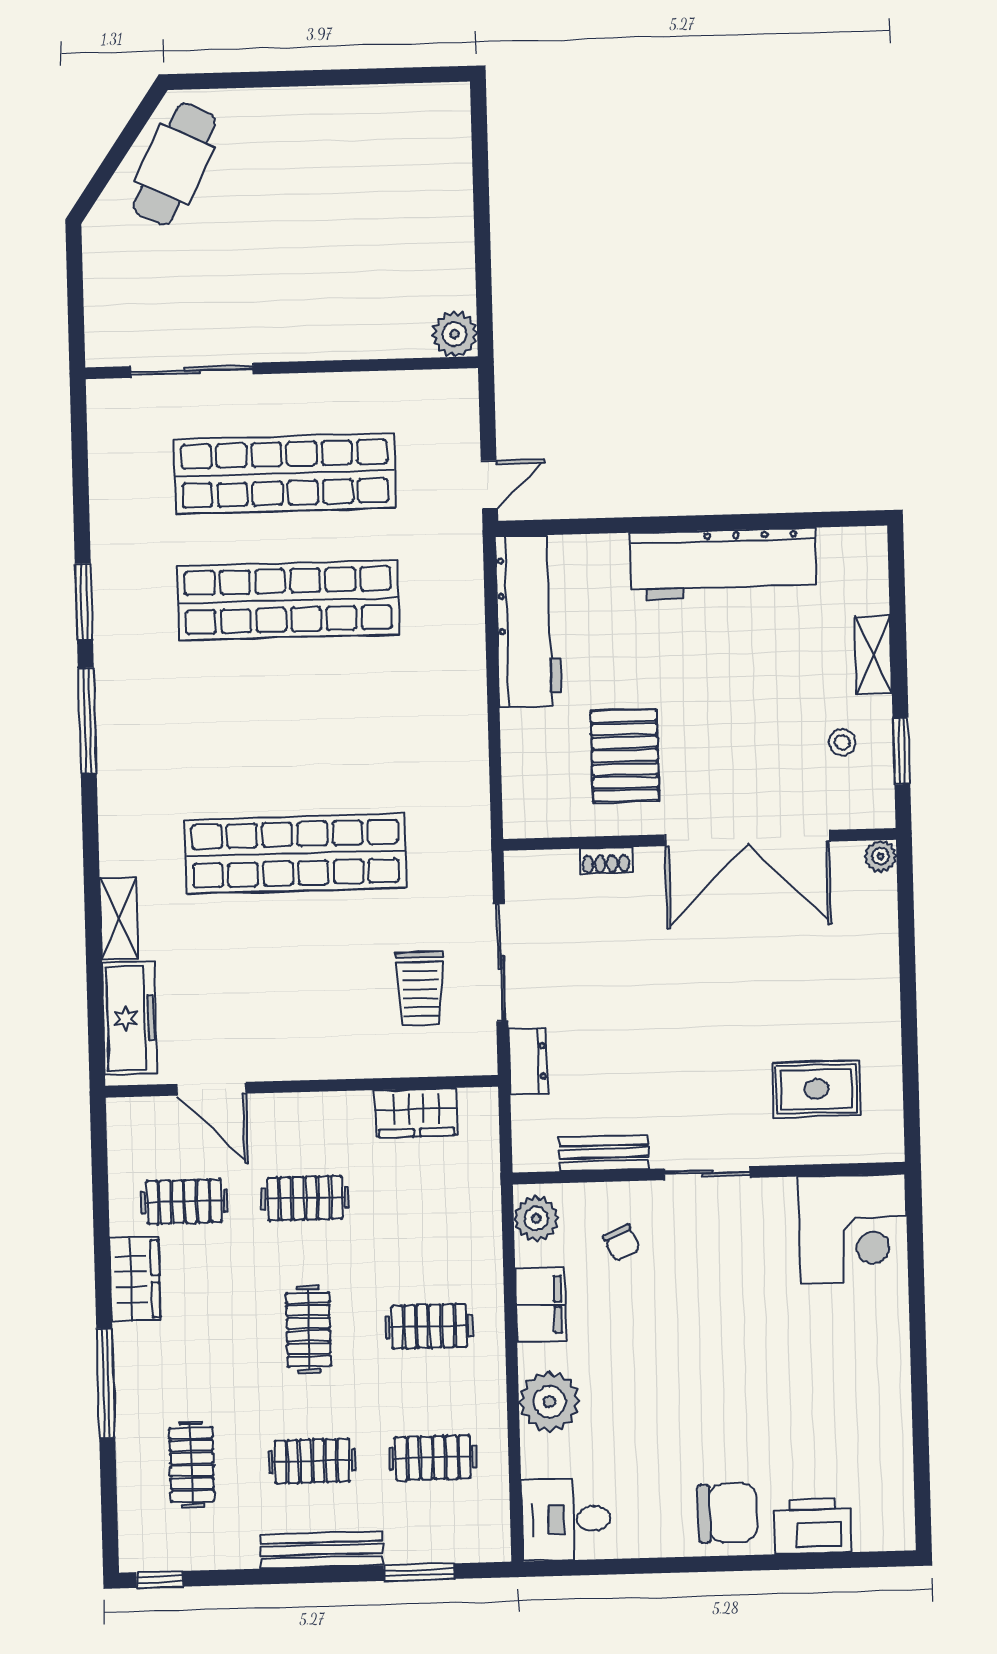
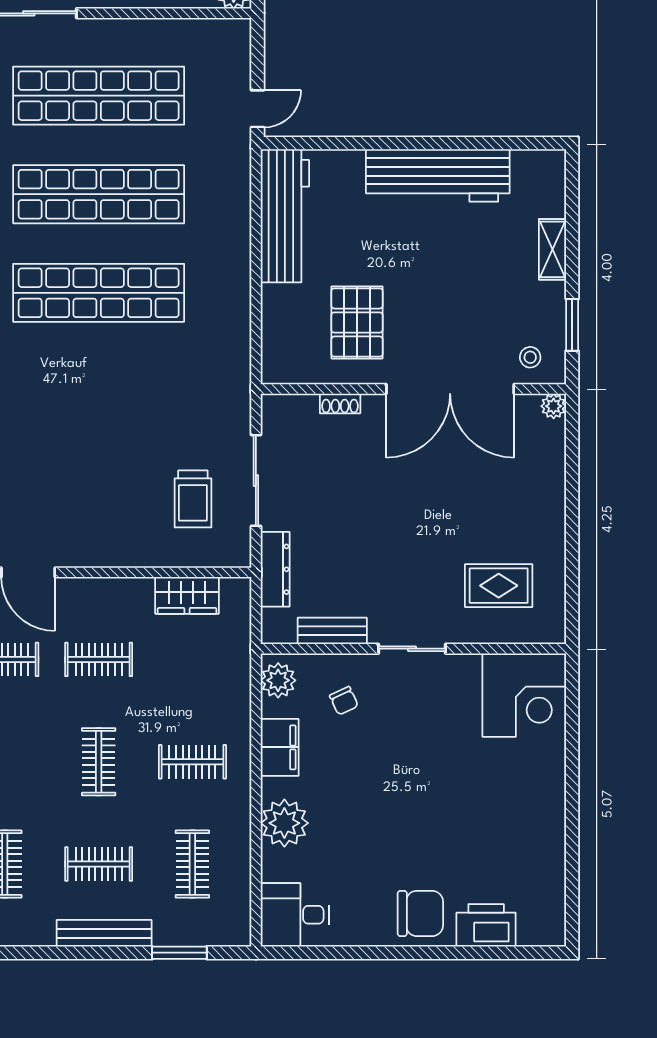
stool: (842, 742) -> (530, 357), moved
shop shelf: (295, 854) -> (99, 293), moved
dresser: (528, 1061) -> (275, 569), width x1.44
clothes rail: (433, 1458) -> (192, 864), turned 90

